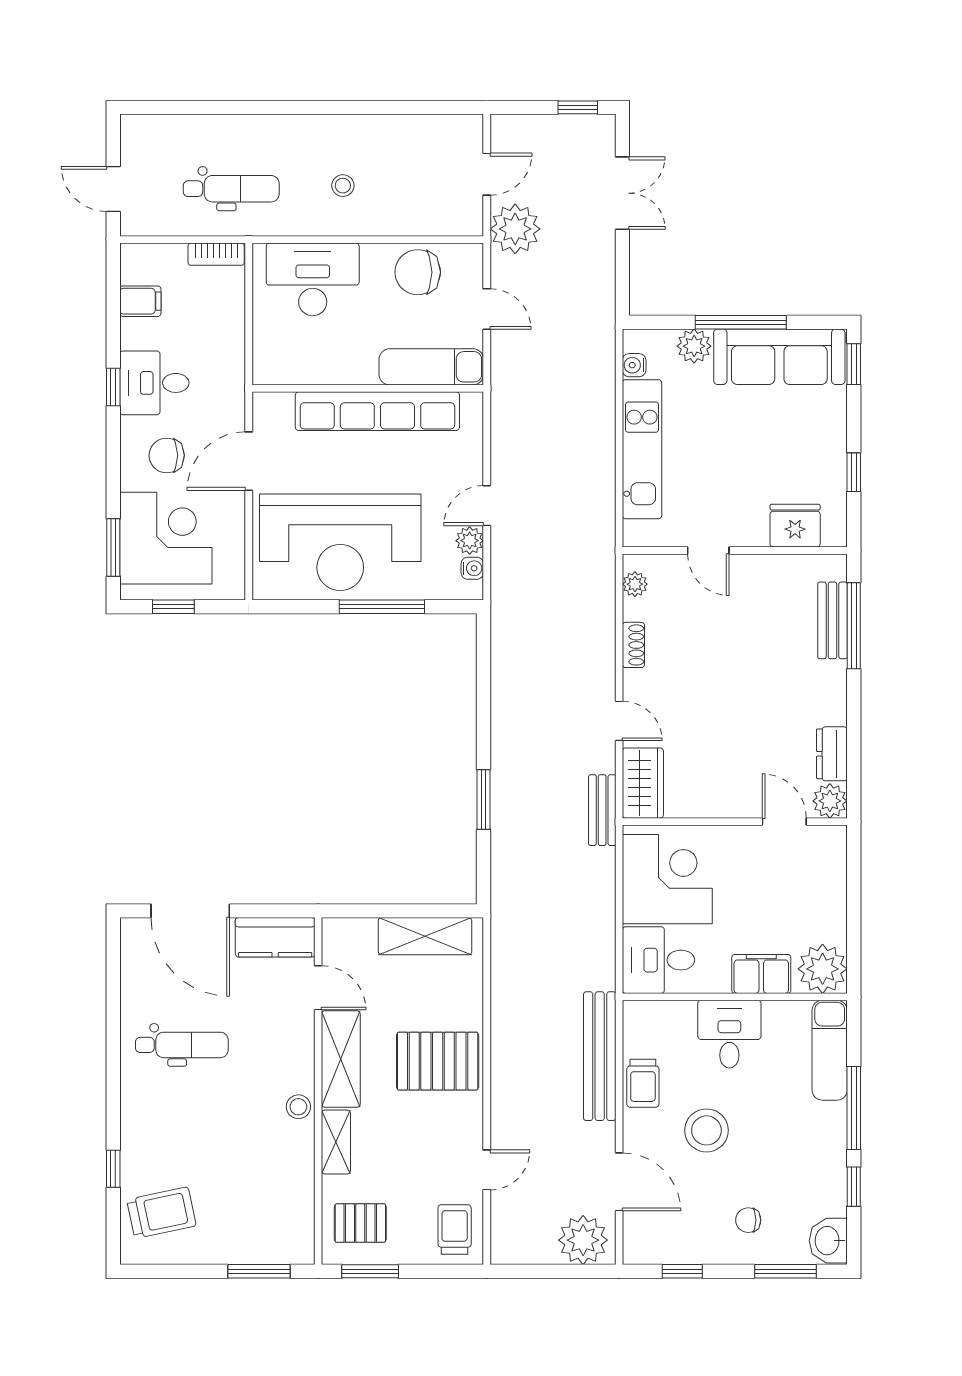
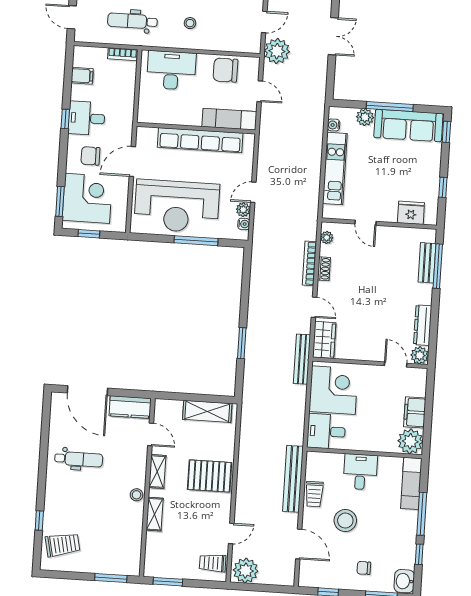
dental chair: (231, 189) -> (132, 21), turned 180
bookcase: (605, 636) -> (309, 263), added
dresser: (832, 754) -> (423, 325), width x1.44
bench: (602, 810) -> (302, 359), width x1.36
filing cabinet: (761, 974) -> (415, 412), moved, turned -90
shelving: (341, 1059) -> (157, 472), width x0.67, depth x0.75
pallet: (360, 1223) -> (164, 557), removed
trolley: (455, 1229) -> (213, 563), turned -90
plant: (583, 1240) -> (246, 571), moved

